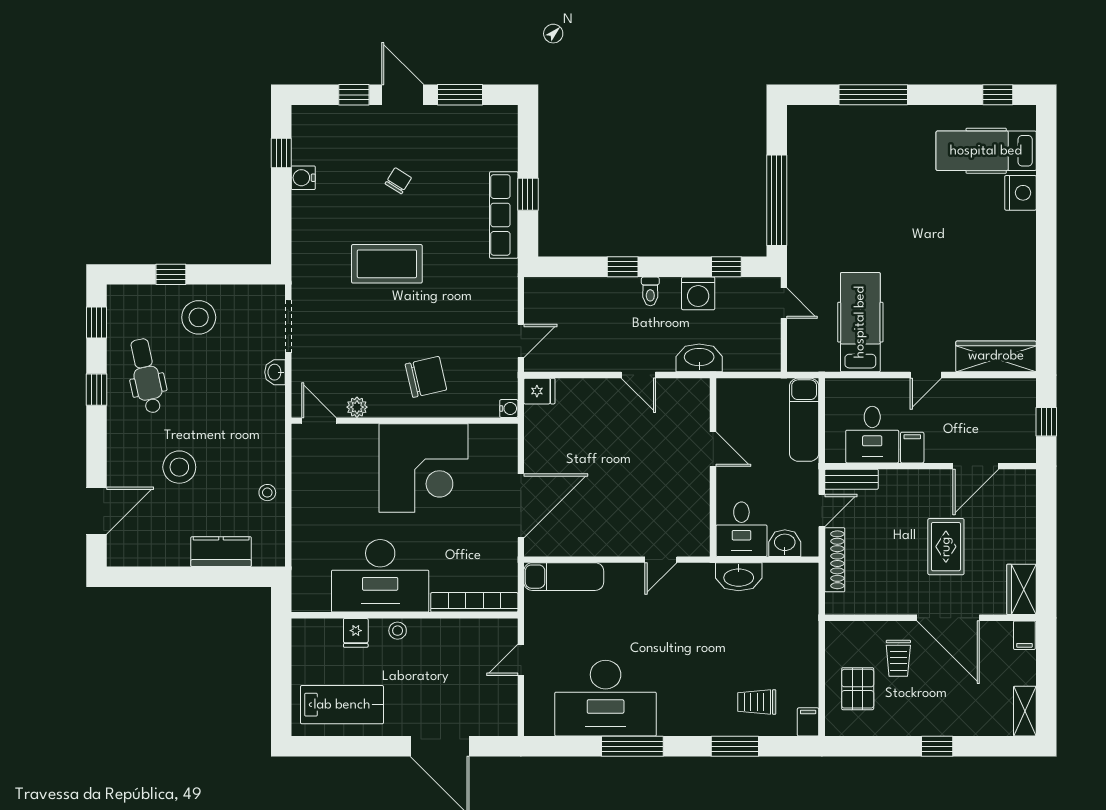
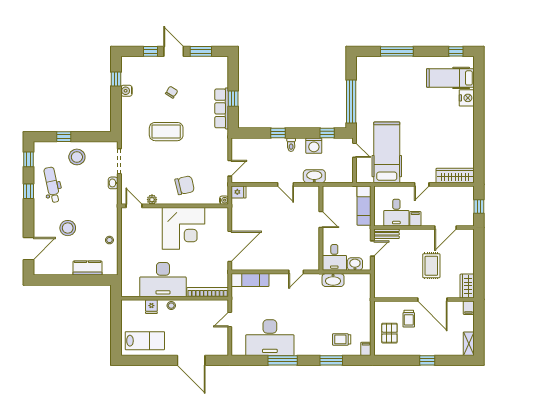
hospital bed: (860, 322) -> (387, 152), width x1.37, depth x1.29
shoe rack: (835, 560) -> (379, 272), removed

